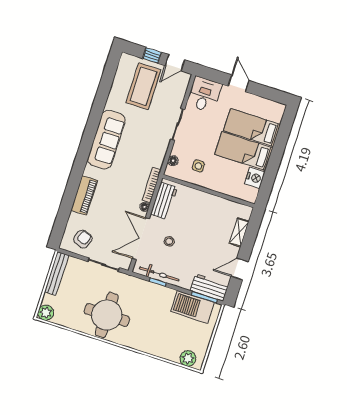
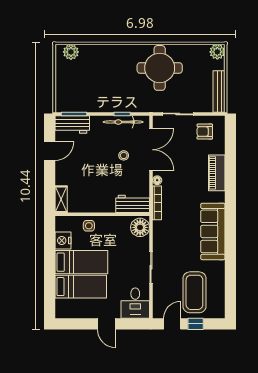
floor lamp: (173, 161) -> (140, 227), width x1.89, depth x1.89
side table: (198, 166) -> (89, 226), moved
workbench: (164, 201) -> (133, 204), moved, turned 90
shelving: (239, 232) -> (61, 199), moved
armchair: (83, 239) -> (205, 132), turned 68
barbecue: (192, 307) -> (82, 101), removed

